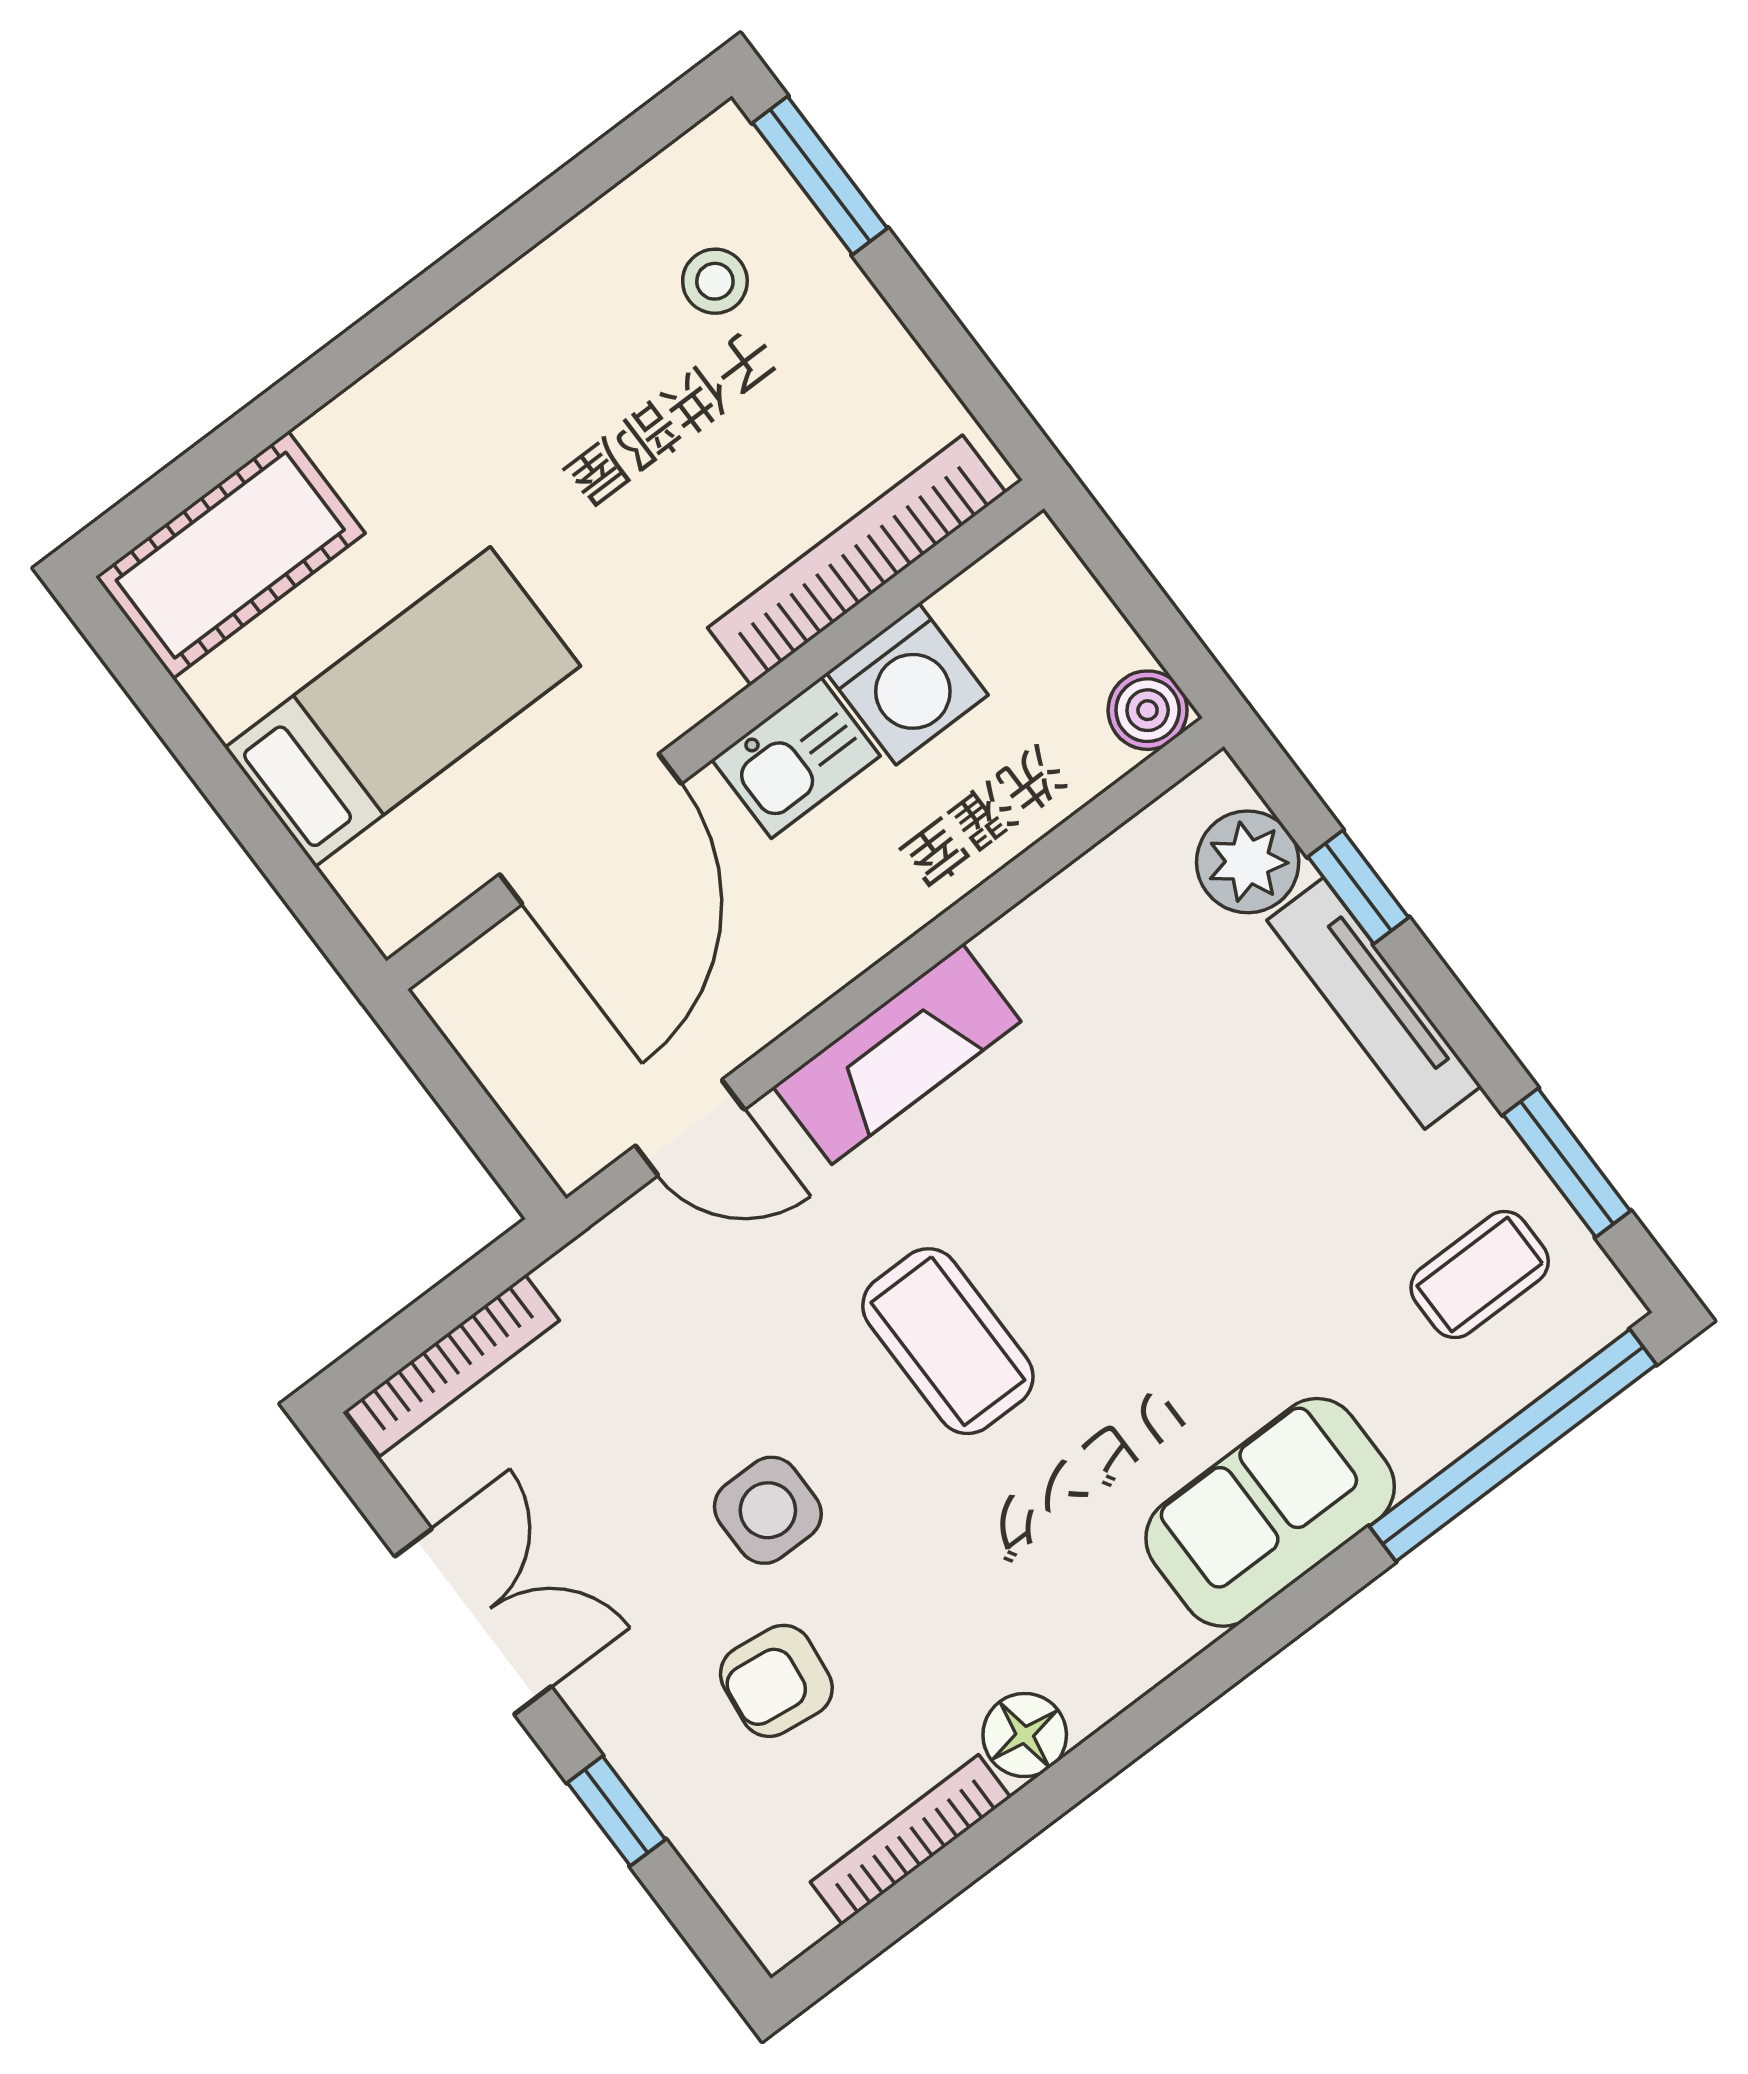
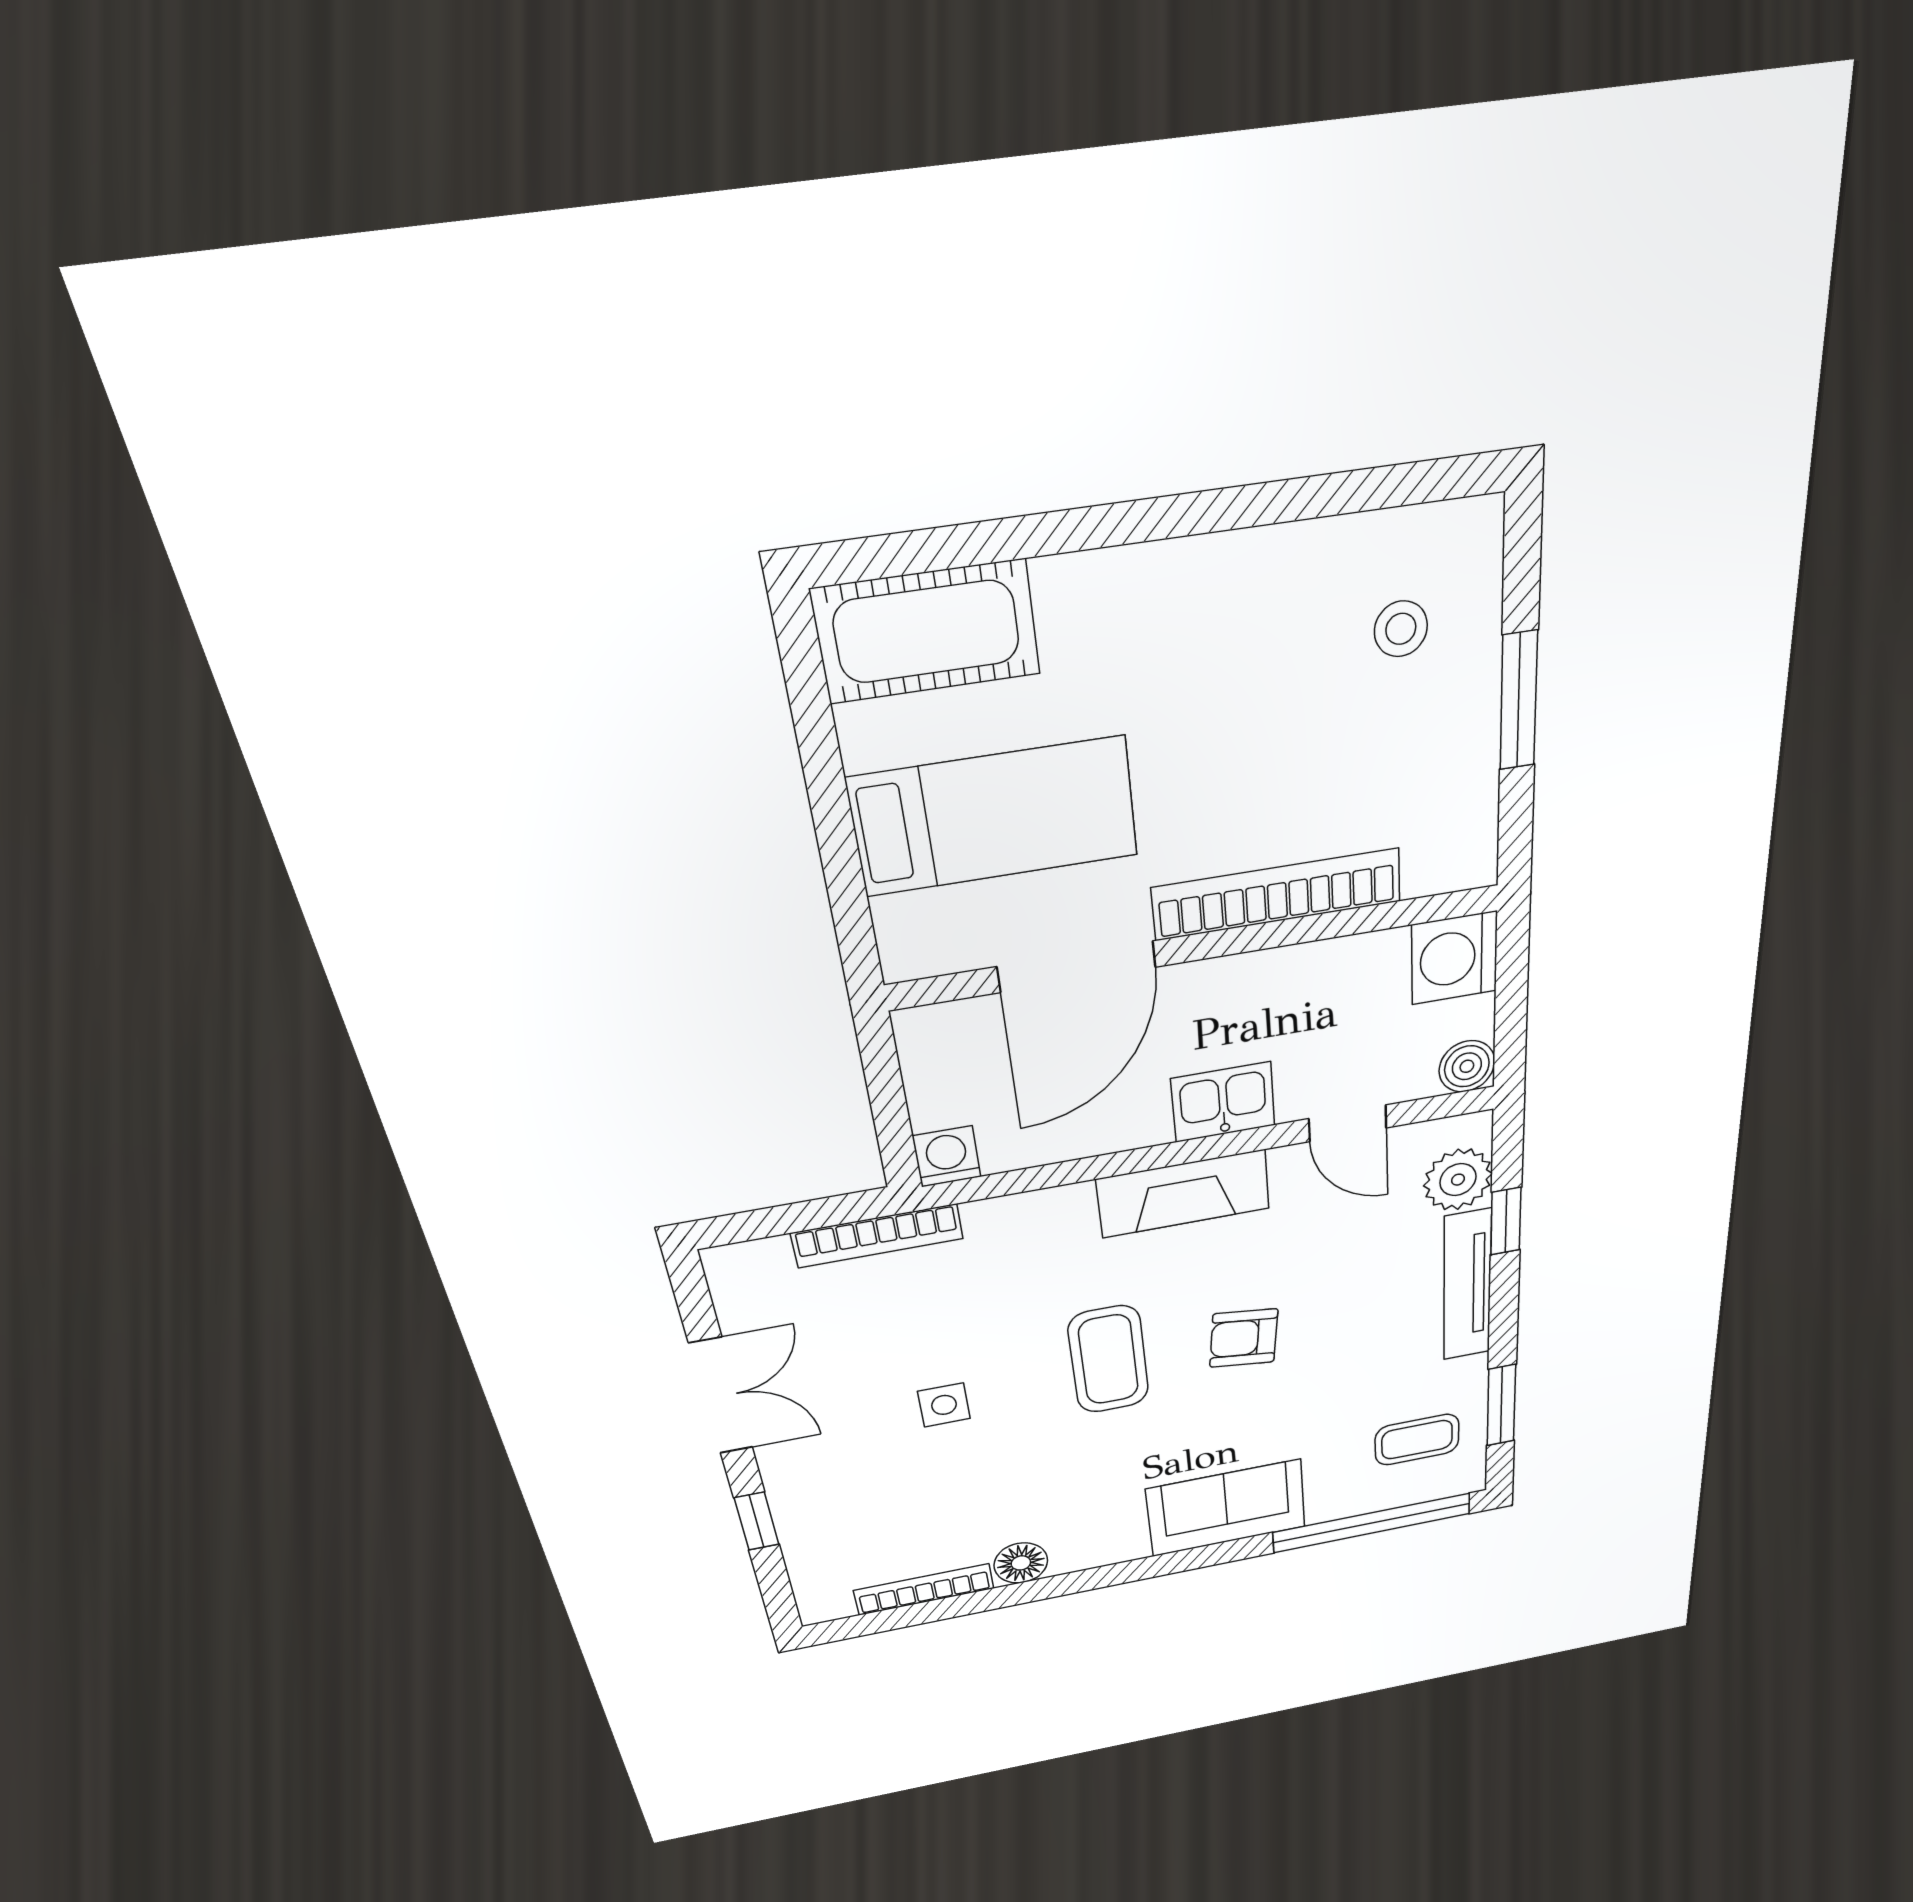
window: (820, 176) -> (1519, 701), moved
bookcase: (857, 560) -> (1277, 894), moved
washing machine: (907, 684) -> (1454, 958), moved, turned 90
kitchen sink: (796, 758) -> (1223, 1102), moved, turned 180
door: (690, 1128) -> (1348, 1123), moved
washing machine: (574, 1143) -> (947, 1156), added
bookcase: (452, 1366) -> (877, 1236), moved
side table: (768, 1510) -> (944, 1405), width x0.73, depth x0.73
armchair: (776, 1681) -> (1244, 1338), moved

